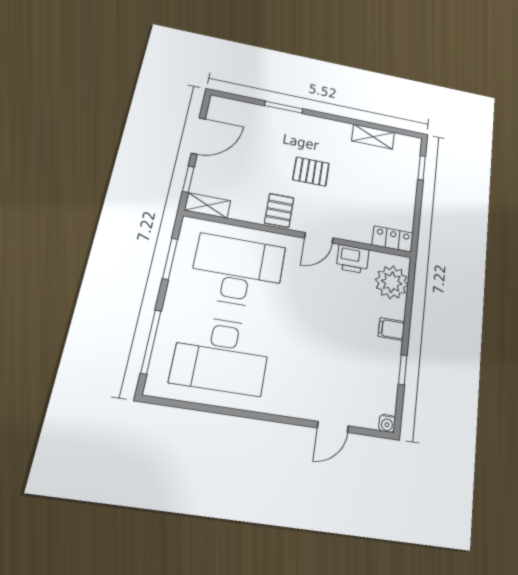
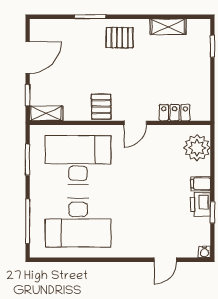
pallet: (311, 172) -> (120, 38), moved
locker: (393, 239) -> (175, 113), moved
printer: (353, 259) -> (200, 204), moved, turned 90

